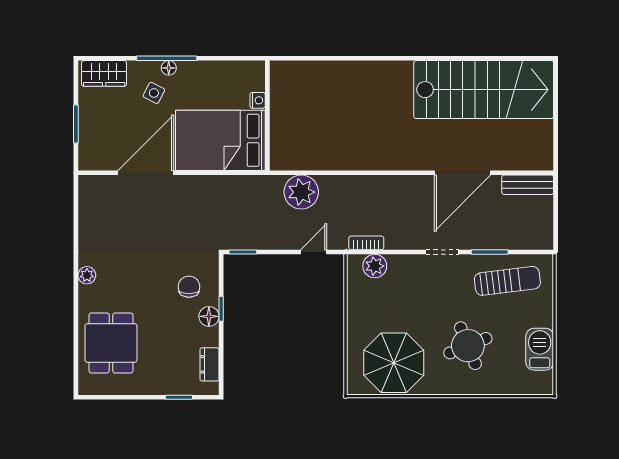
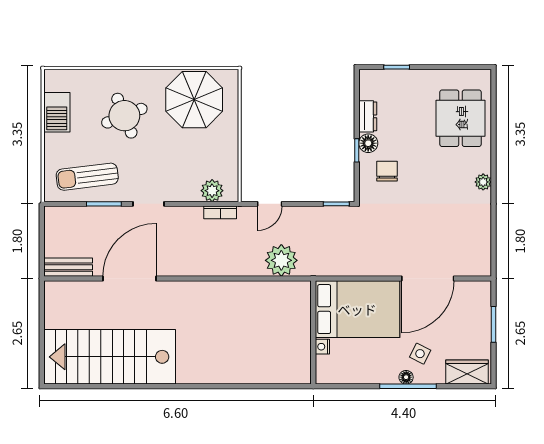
chair: (189, 287) -> (387, 171), turned 180
dresser: (210, 364) -> (368, 116), moved

